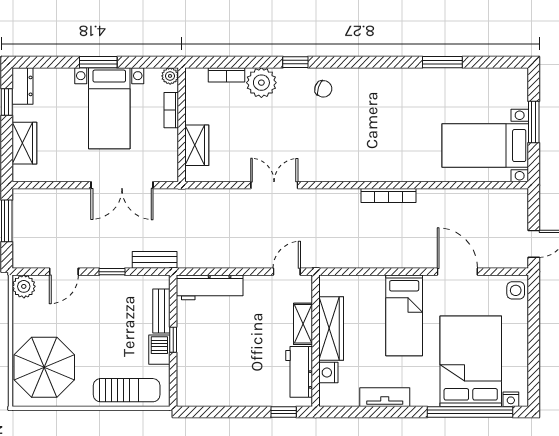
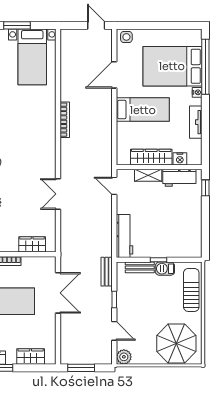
nightstand: (511, 399) -> (197, 92), moved

